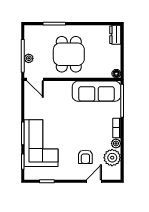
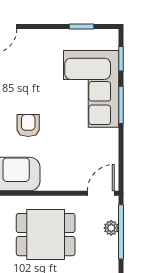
dining table: (69, 54) -> (46, 235), turned 90
door: (35, 79) -> (101, 193), hinge flipped
armchair: (85, 157) -> (28, 126), moved

